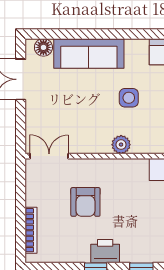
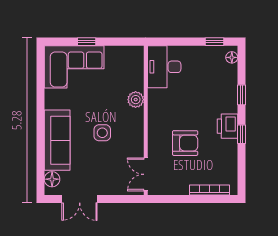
side table: (129, 98) -> (102, 133), moved
plant: (121, 145) -> (136, 100), moved

